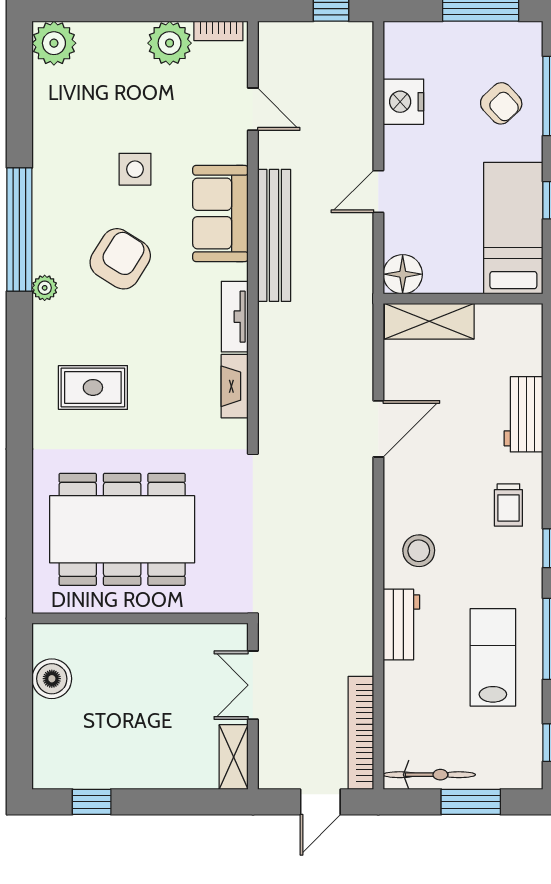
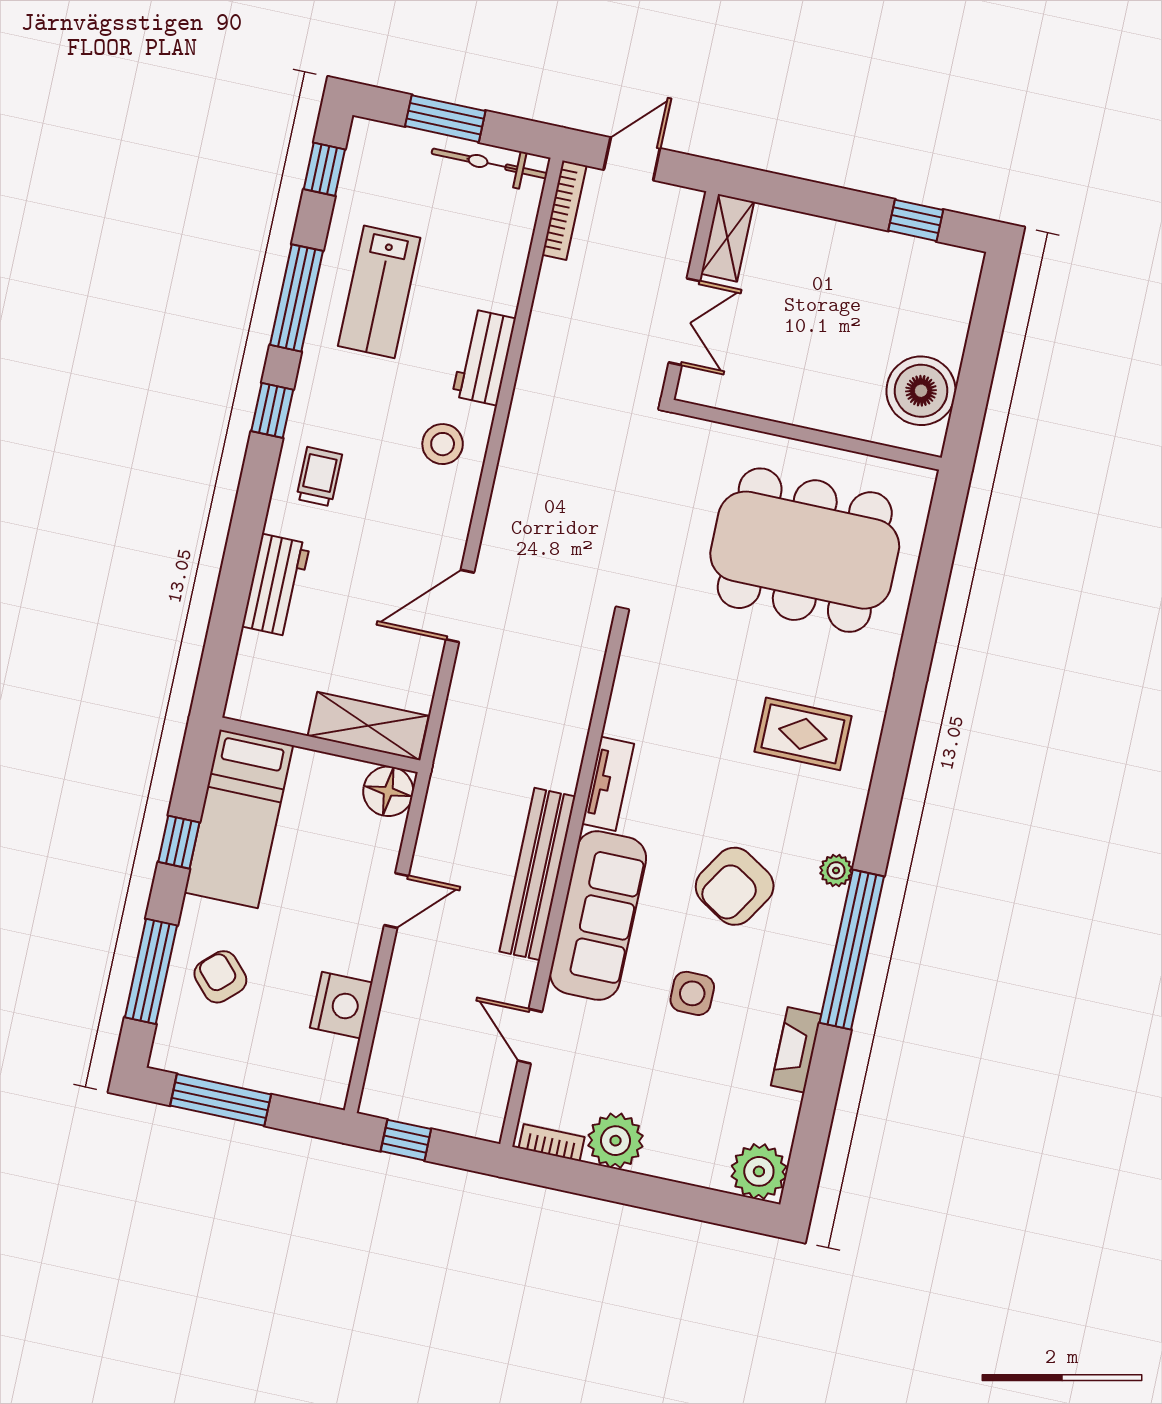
sofa: (220, 213) -> (598, 916), width x1.36
fireplace: (235, 386) -> (796, 1050), moved, turned 180
boiler: (52, 679) -> (921, 391), width x1.37, depth x1.37
bookcase: (361, 733) -> (564, 210), width x0.68, depth x0.76

